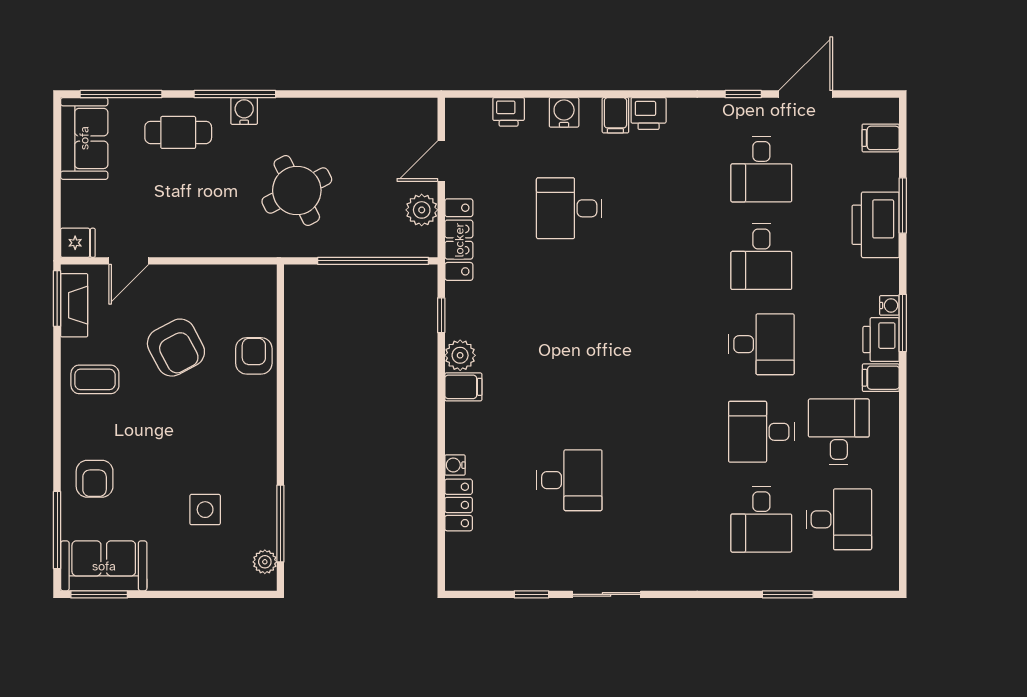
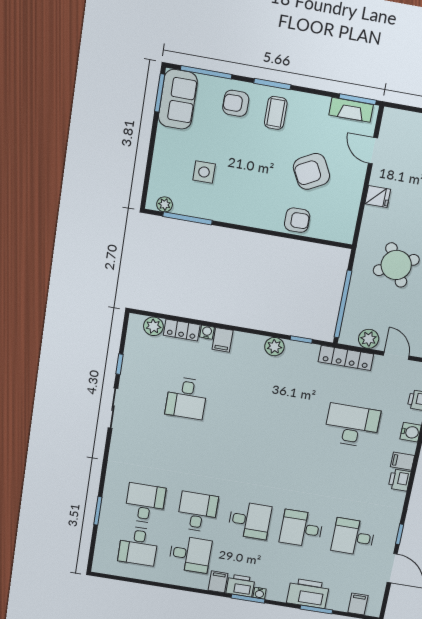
desk: (569, 208) -> (352, 426), width x1.37
fridge: (78, 243) -> (378, 196), moved, turned -90
desk: (761, 344) -> (250, 520), turned -90
coffee table: (95, 379) -> (276, 113), moved
filing cabinet: (463, 387) -> (223, 340), moved
window: (57, 429) -> (272, 84), added
desk: (761, 519) -> (145, 503), turned 90
plant: (460, 550) -> (153, 326), added

